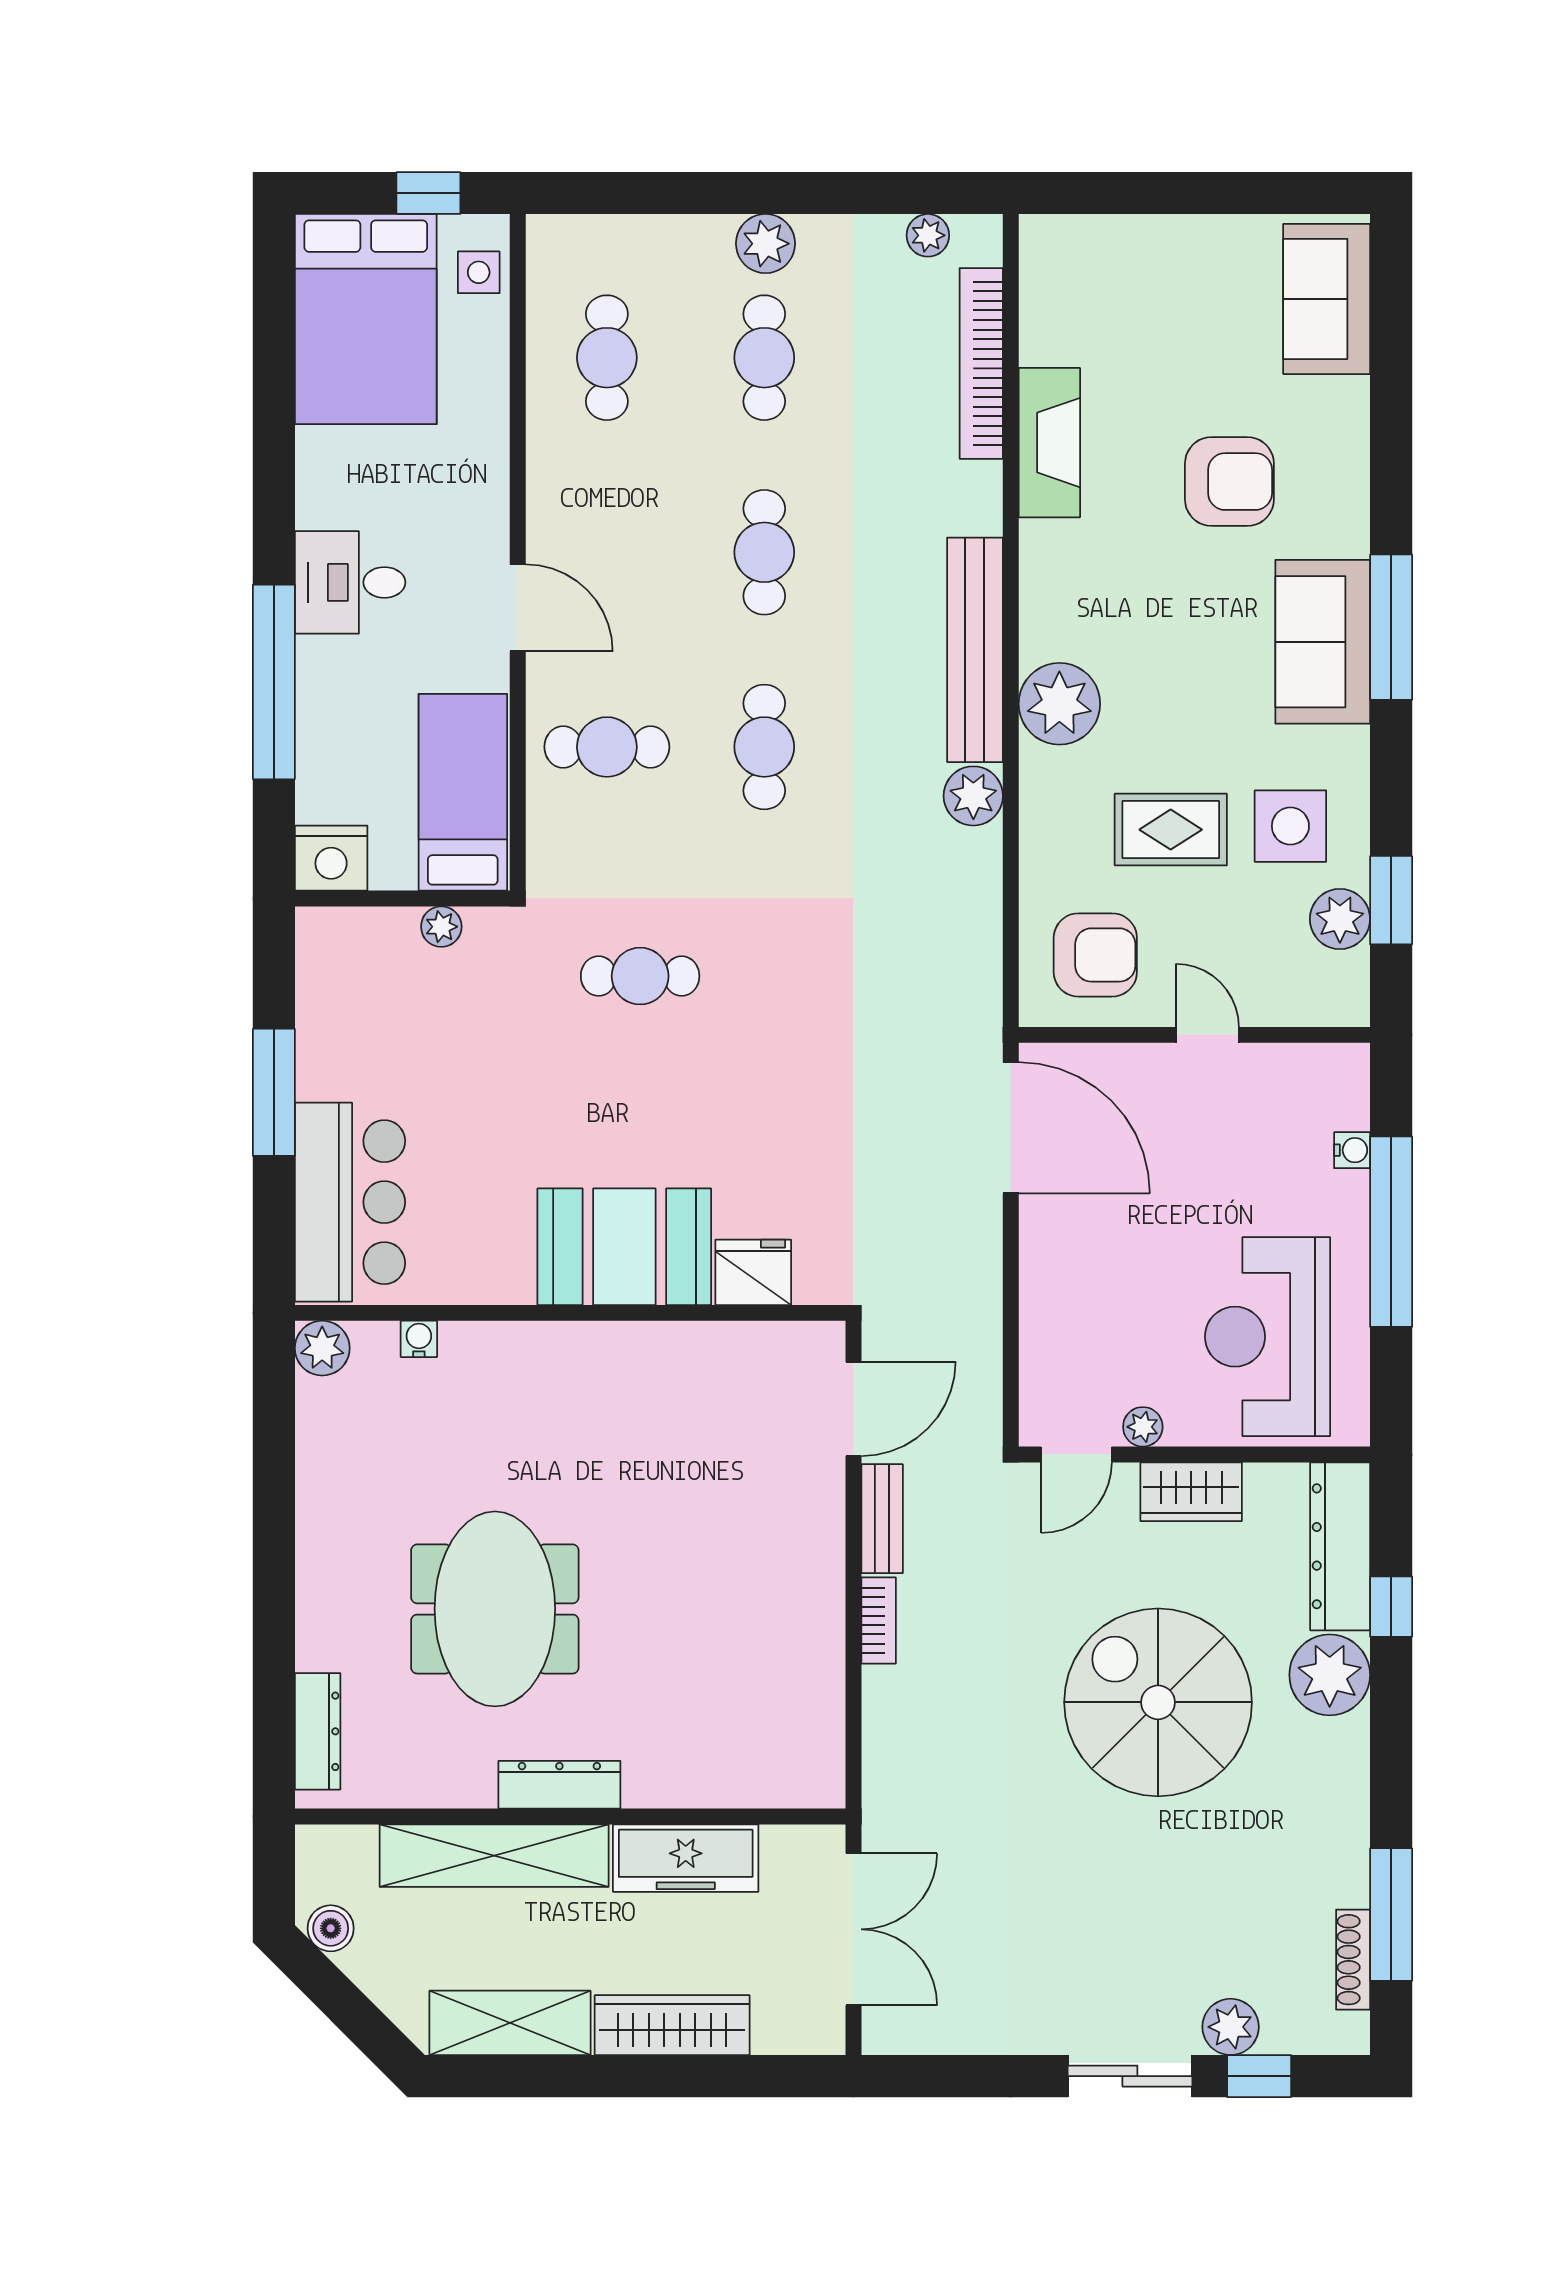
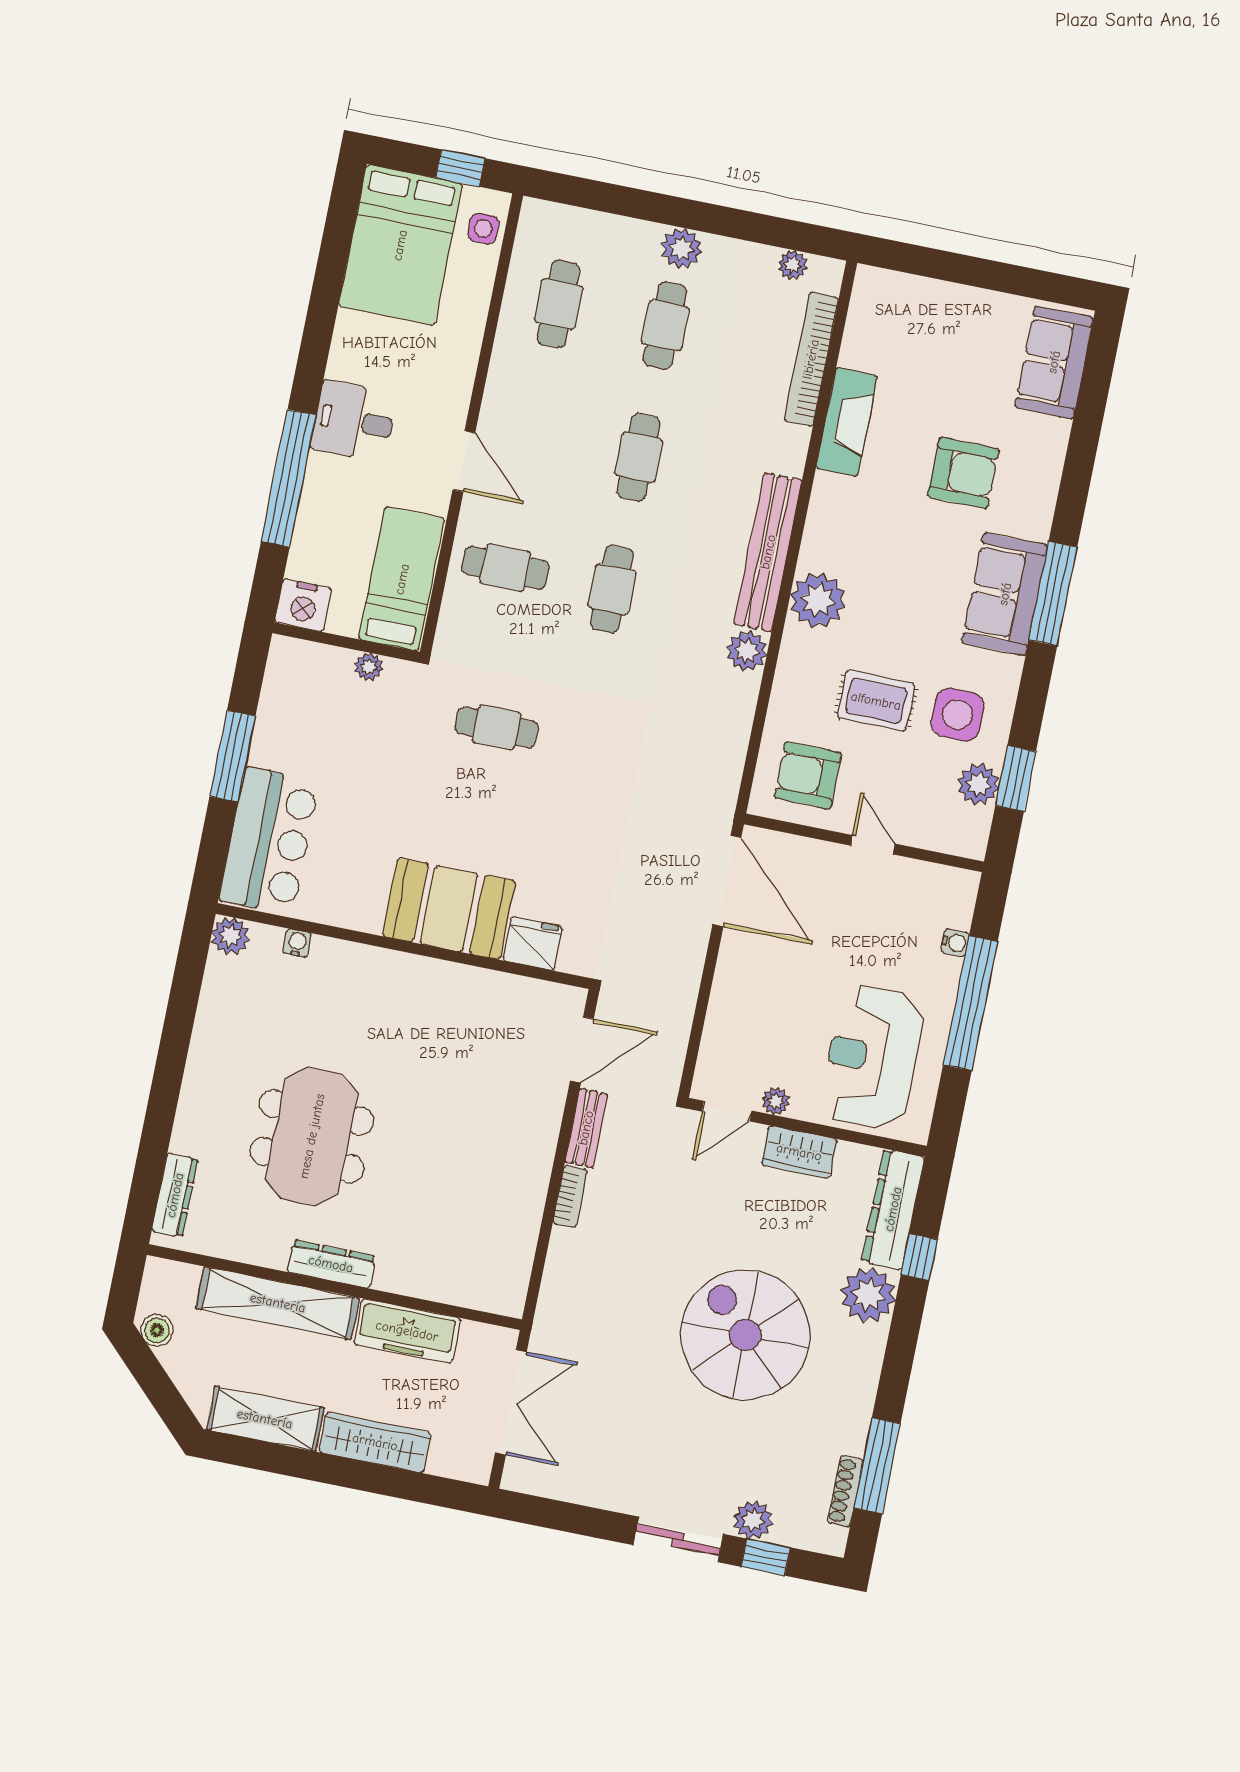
armchair: (1095, 955) -> (808, 775), turned 180
spiral stairs: (1158, 1702) -> (745, 1335), moved

